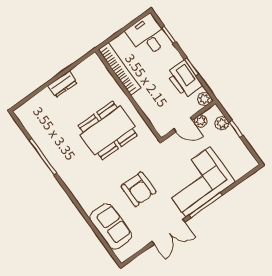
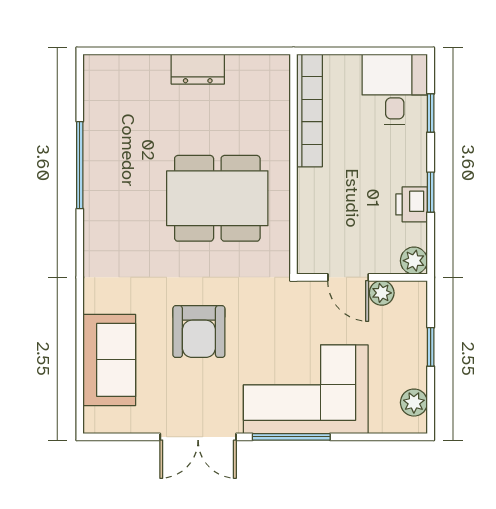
printer: (184, 79) -> (412, 204), width x0.53, depth x0.68
plant: (222, 123) -> (414, 403), moved

